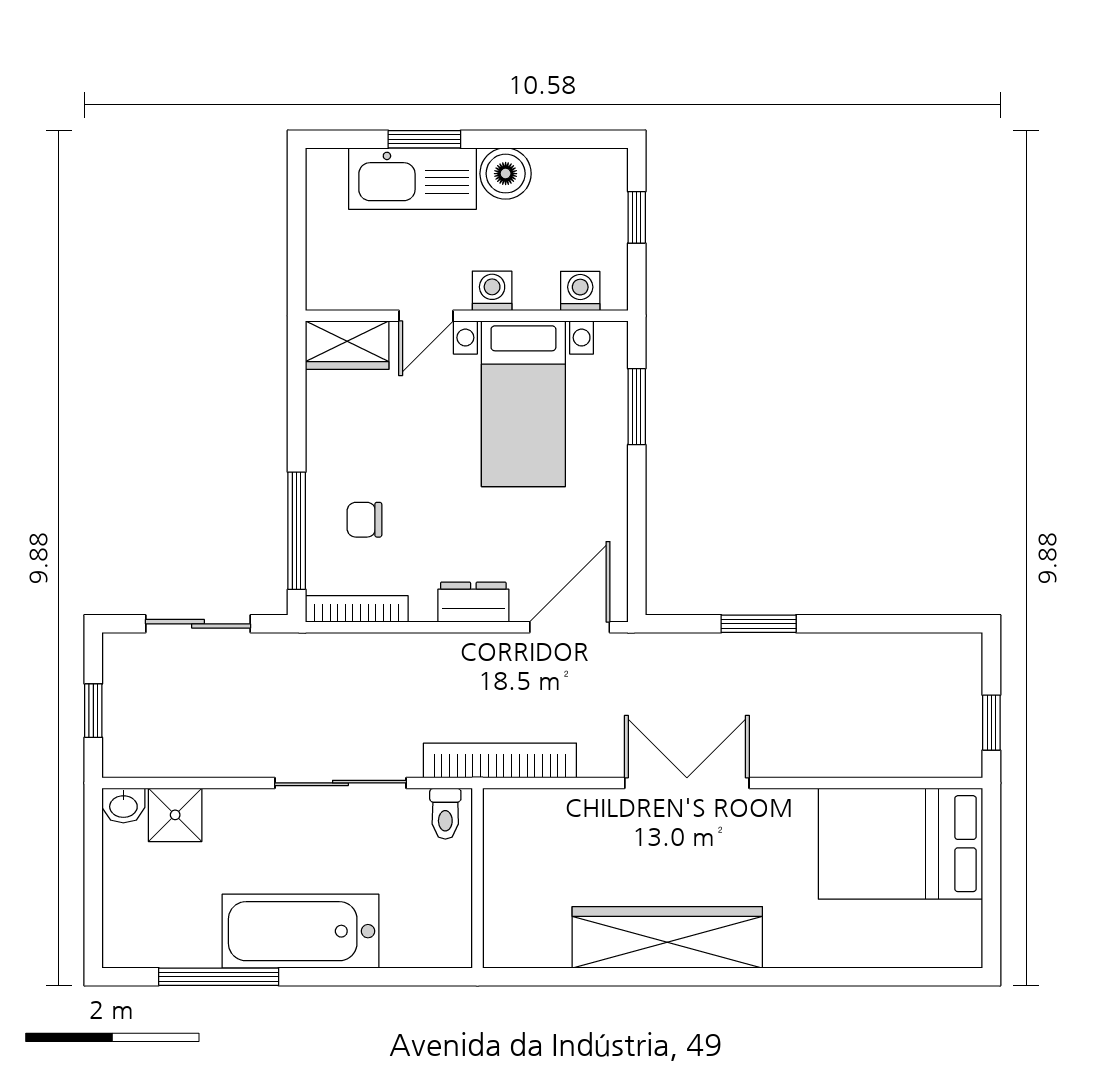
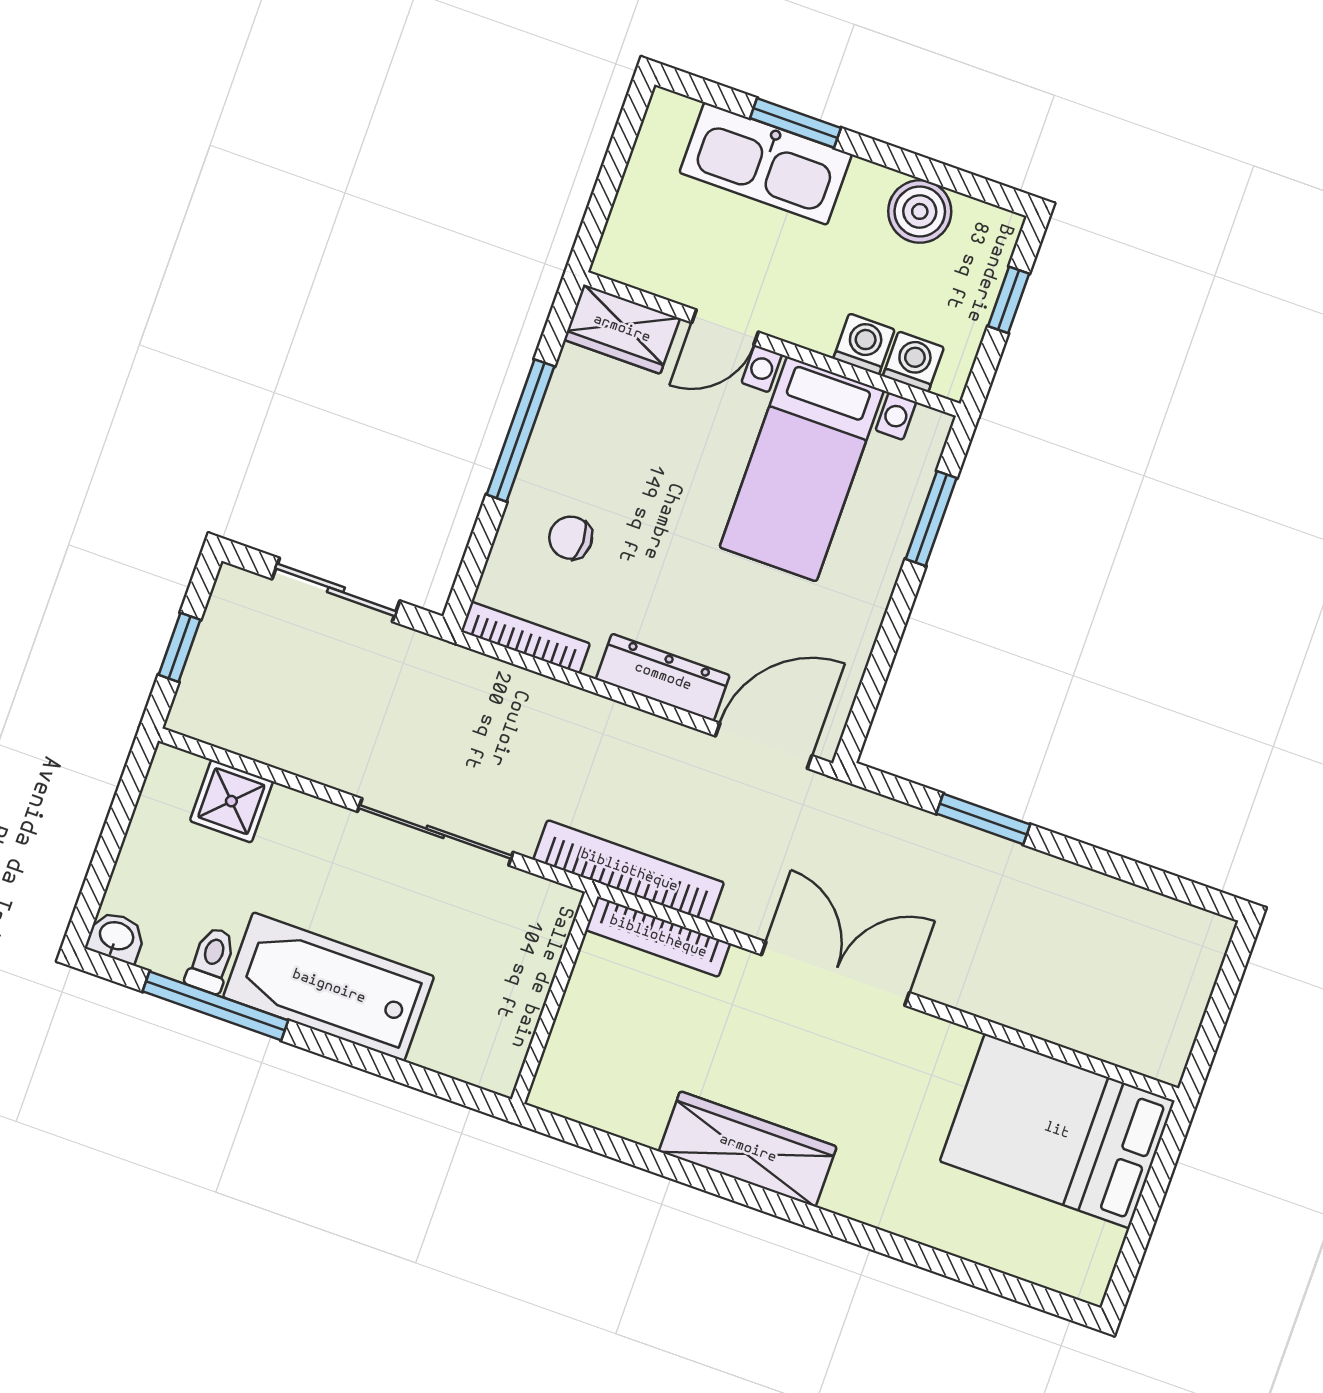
boiler: (506, 174) -> (920, 211), moved
washing machine: (492, 291) -> (864, 344), moved
window: (297, 531) -> (521, 430), moved
dresser: (473, 602) -> (663, 677), width x1.44
window: (991, 723) -> (1212, 1028), removed
bookcase: (540, 803) -> (658, 937), added
washbasin: (123, 806) -> (116, 937), moved, turned 180
toilet: (445, 814) -> (211, 960), moved, turned 180
wardrobe: (667, 937) -> (748, 1149), width x0.71, depth x0.85

